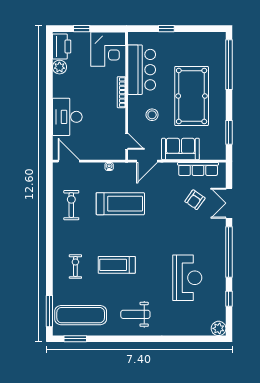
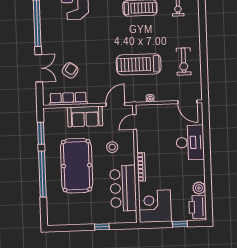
window: (229, 65) -> (42, 174), moved
door: (127, 141) -> (135, 122), hinge flipped

